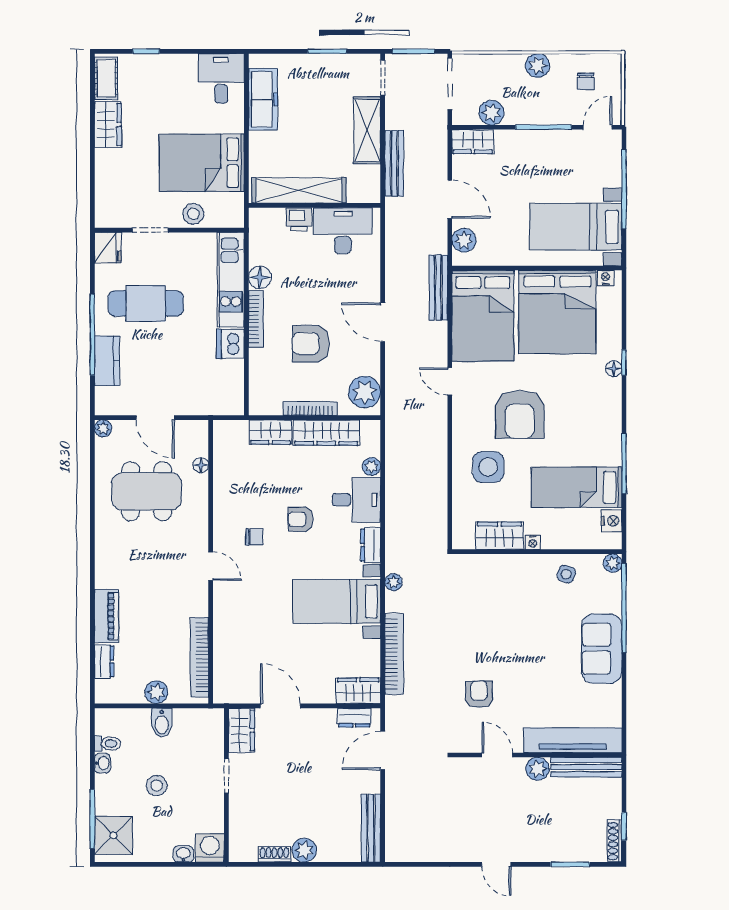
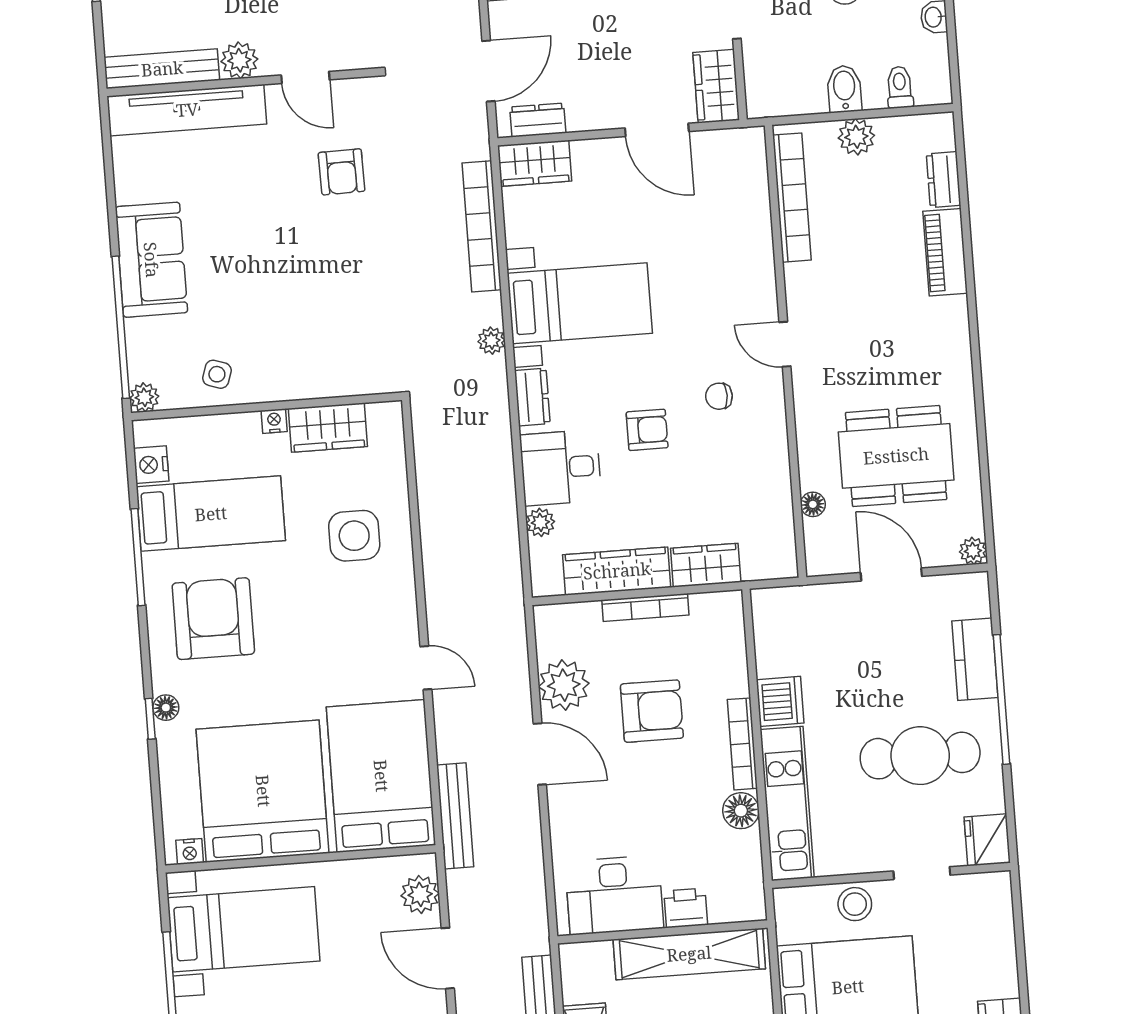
plant: (365, 392) -> (564, 685), moved
armchair: (520, 414) -> (213, 619), moved
toilet: (107, 744) -> (900, 87), moved, turned 90

